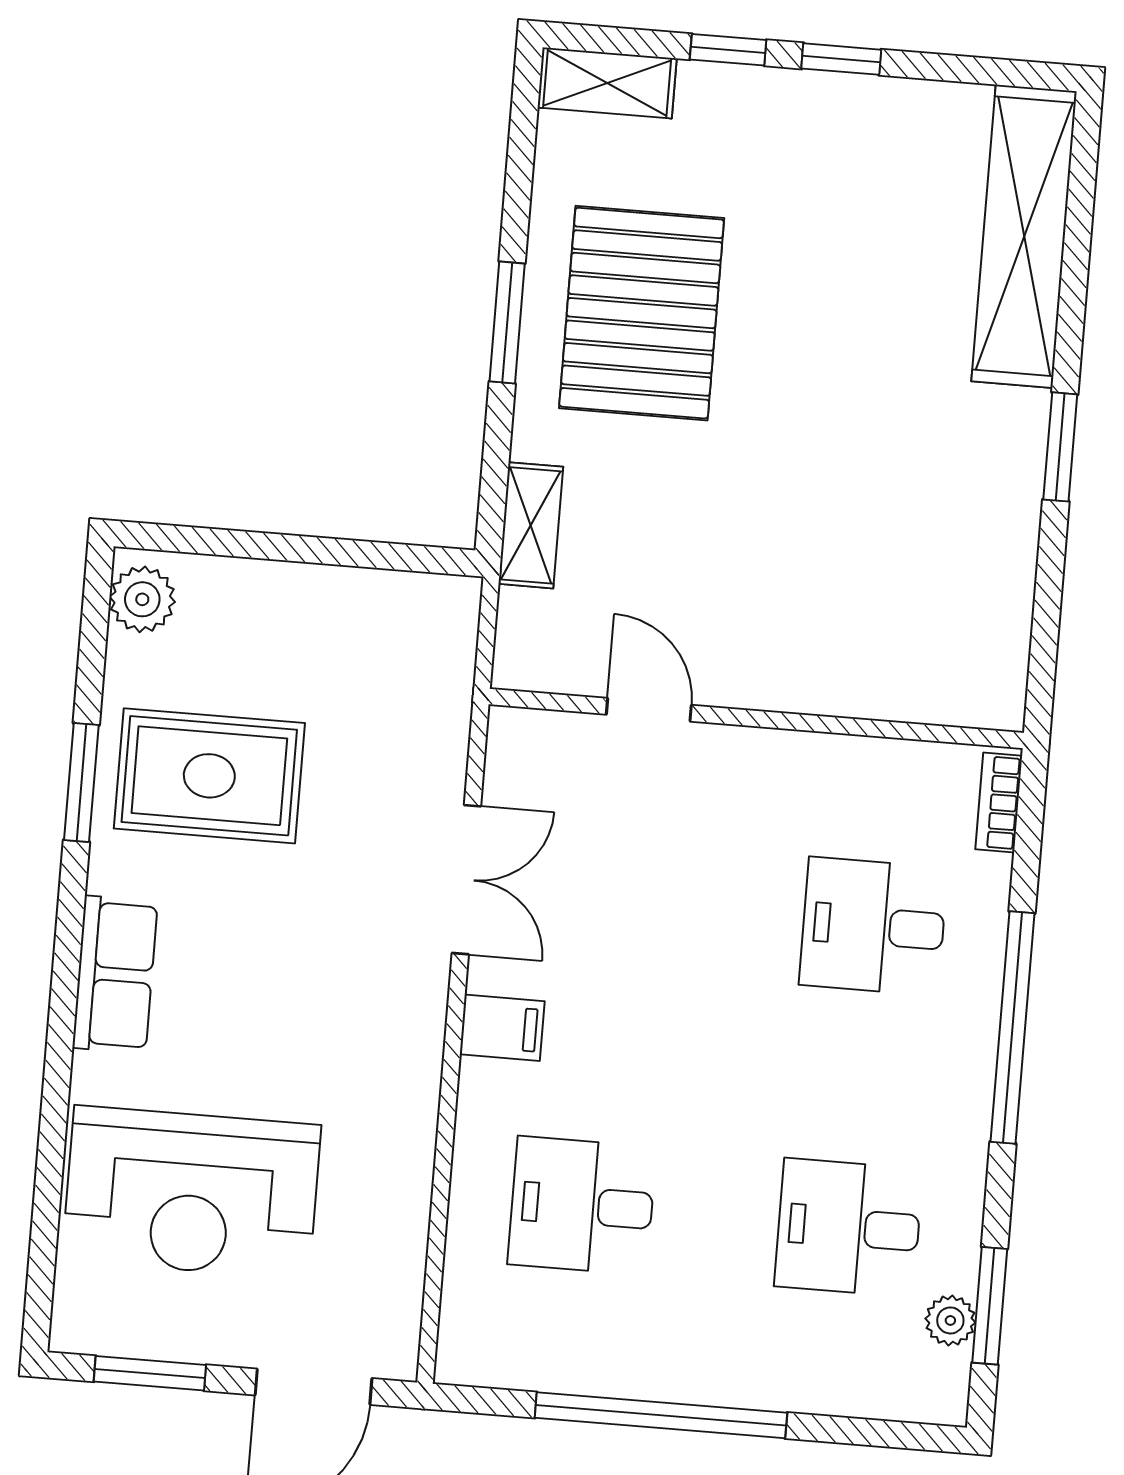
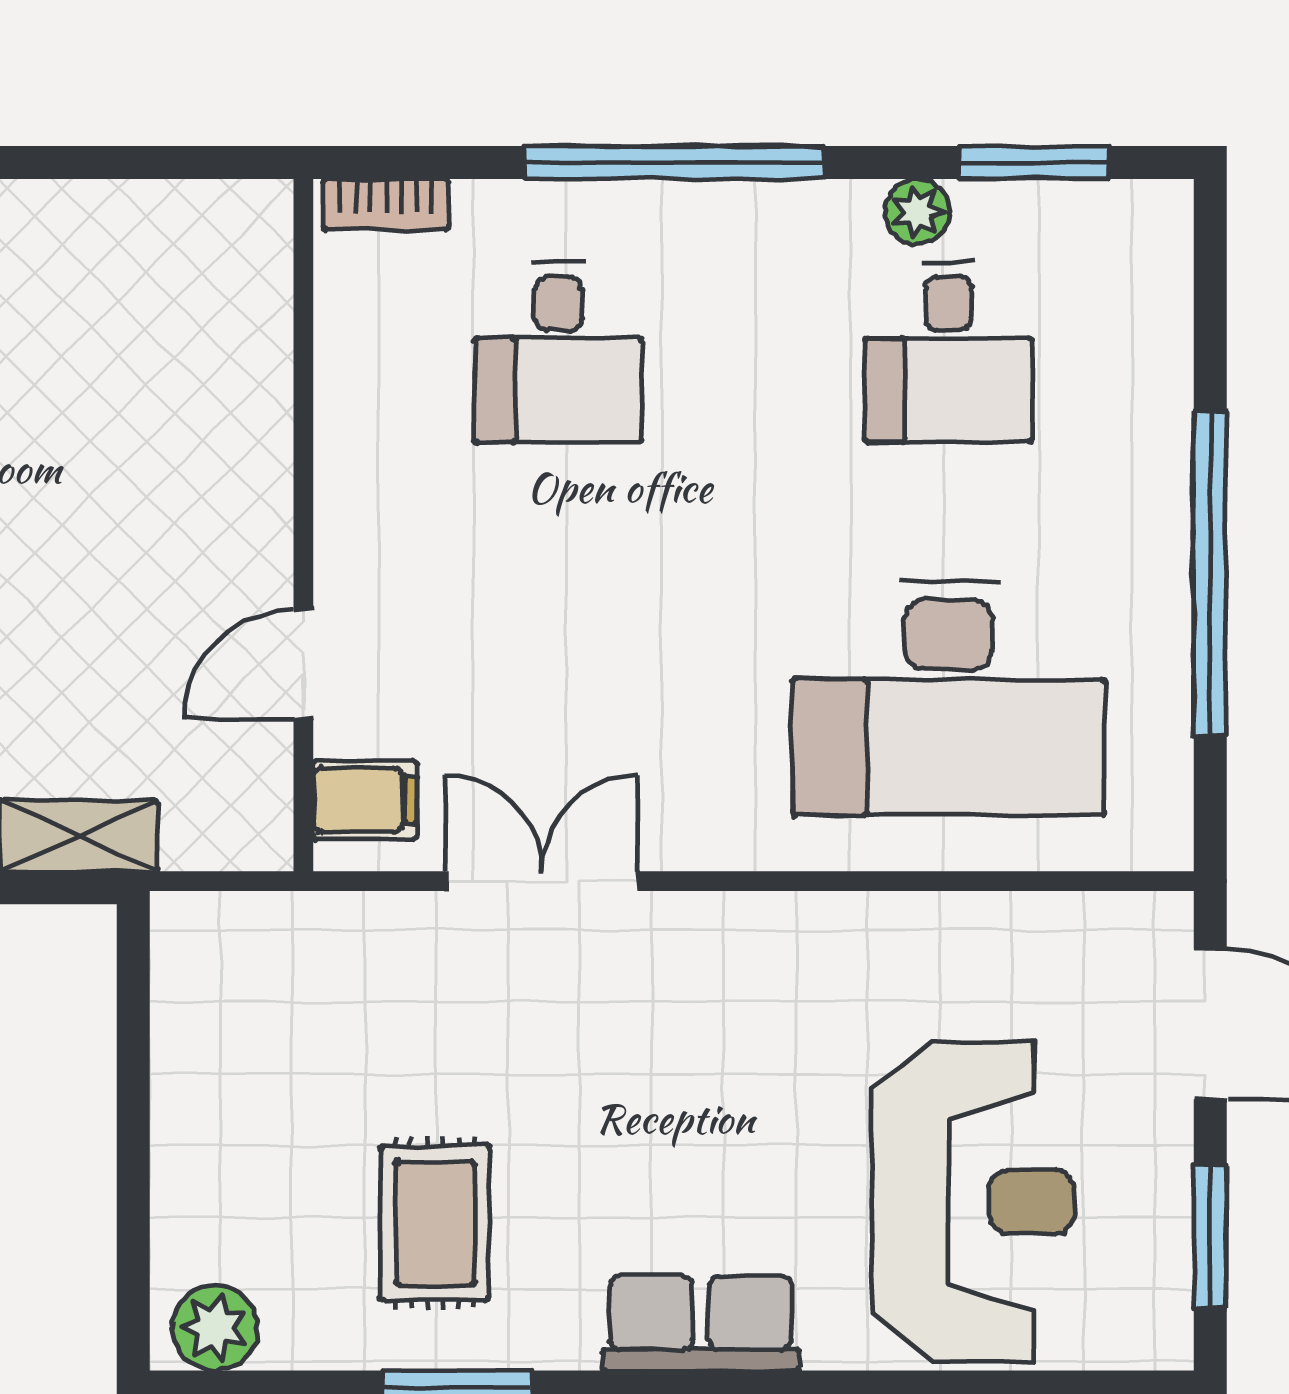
rug: (209, 776) -> (435, 1223), width x0.73, depth x0.70
filing cabinet: (502, 1028) -> (365, 800), moved, turned 90
desk: (582, 1206) -> (949, 698), width x1.87, depth x1.30
plant: (950, 1320) -> (917, 212), moved

